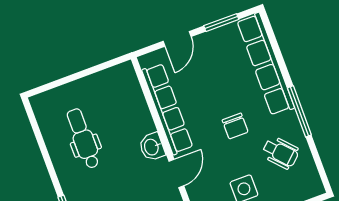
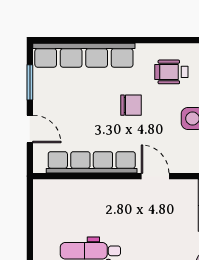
window: (299, 111) -> (140, 40), removed
washbasin: (152, 147) -> (122, 190), removed
wheelchair: (281, 153) -> (171, 72), turned -137

